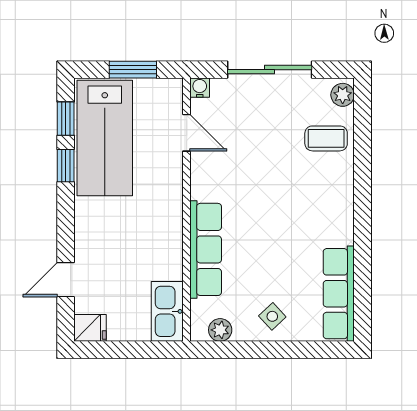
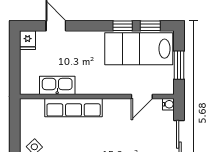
kitchen sink: (167, 311) -> (57, 85), moved
plant: (220, 330) -> (26, 116), removed

